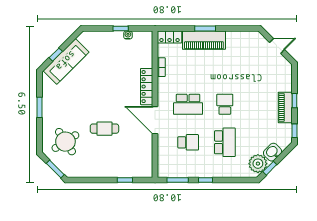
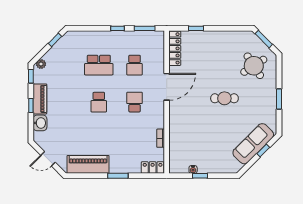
piano: (204, 40) -> (88, 164), moved
locker: (147, 87) -> (175, 48), moved
school desk: (188, 104) -> (135, 102), width x0.54
door: (155, 120) -> (167, 87), hinge flipped
cafe table: (104, 129) -> (224, 98), moved
school desk: (188, 142) -> (135, 65), turned -90
school desk: (225, 142) -> (99, 65), turned -90
washbasin: (273, 152) -> (40, 123), moved, turned -45
plant: (258, 164) -> (41, 64), moved, width x0.53, depth x0.53

